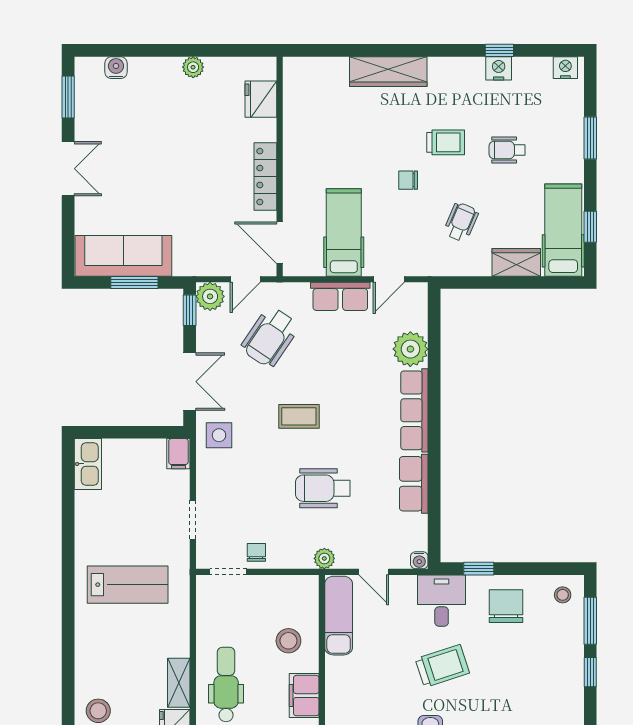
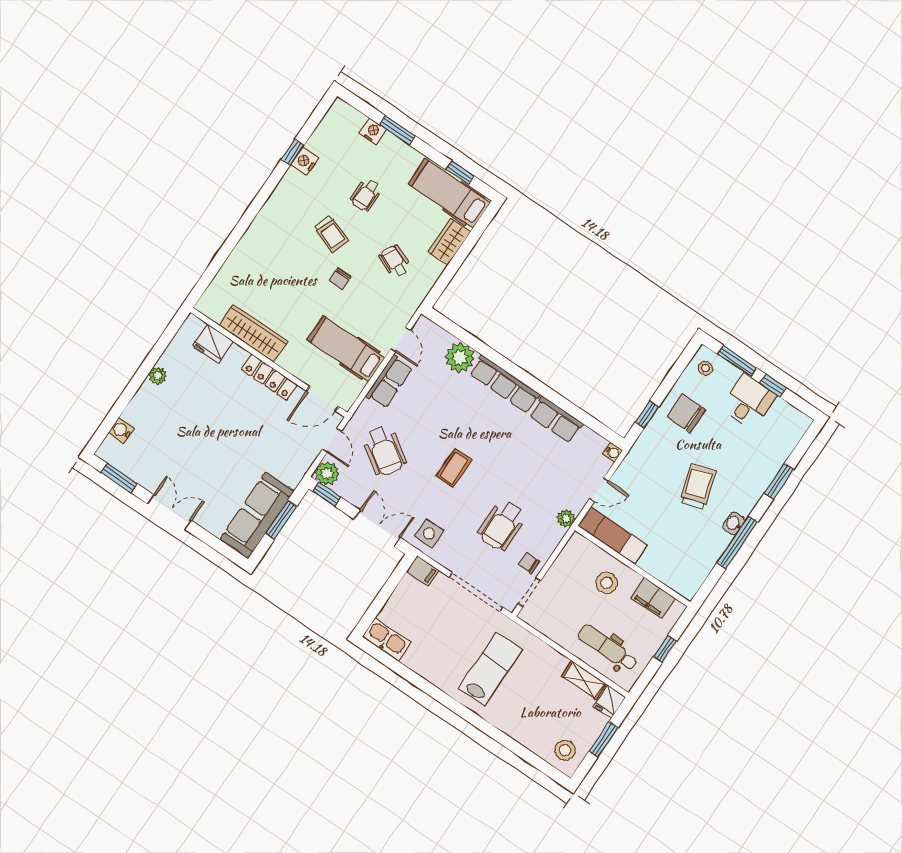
nightstand: (565, 68) -> (373, 131), moved, turned 90
wardrobe: (388, 72) -> (253, 333), moved, turned -90
trolley: (446, 142) -> (331, 234), turned 110
wheelchair: (323, 488) -> (502, 526), moved
doorway: (193, 520) -> (476, 592), width x1.87
desk: (442, 601) -> (748, 402), moved, turned 90

